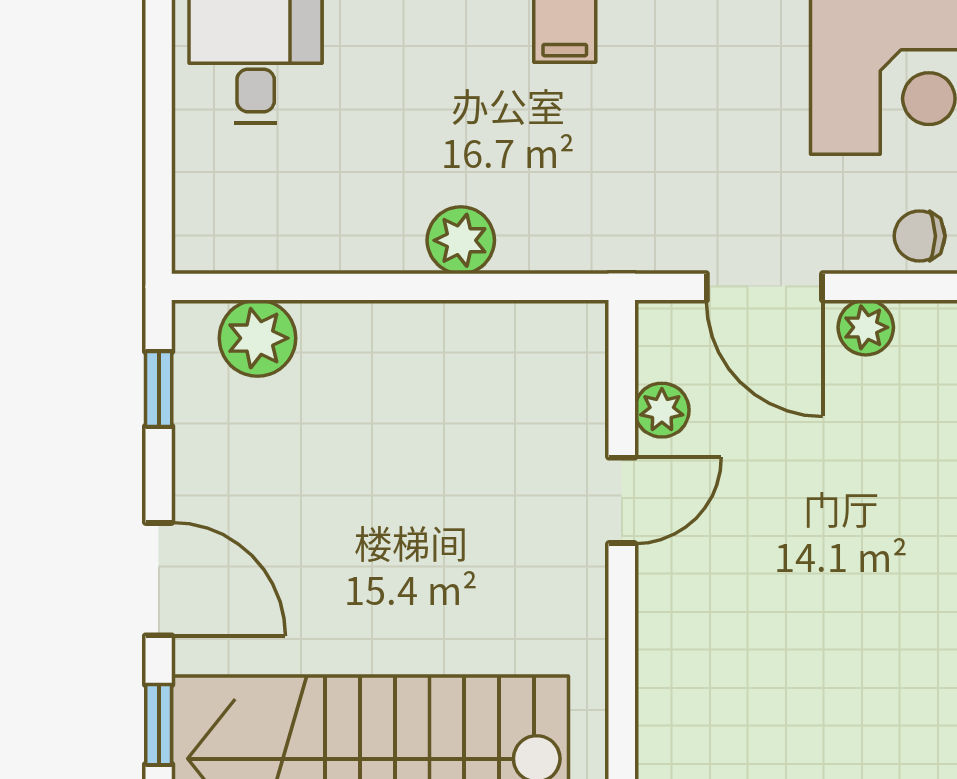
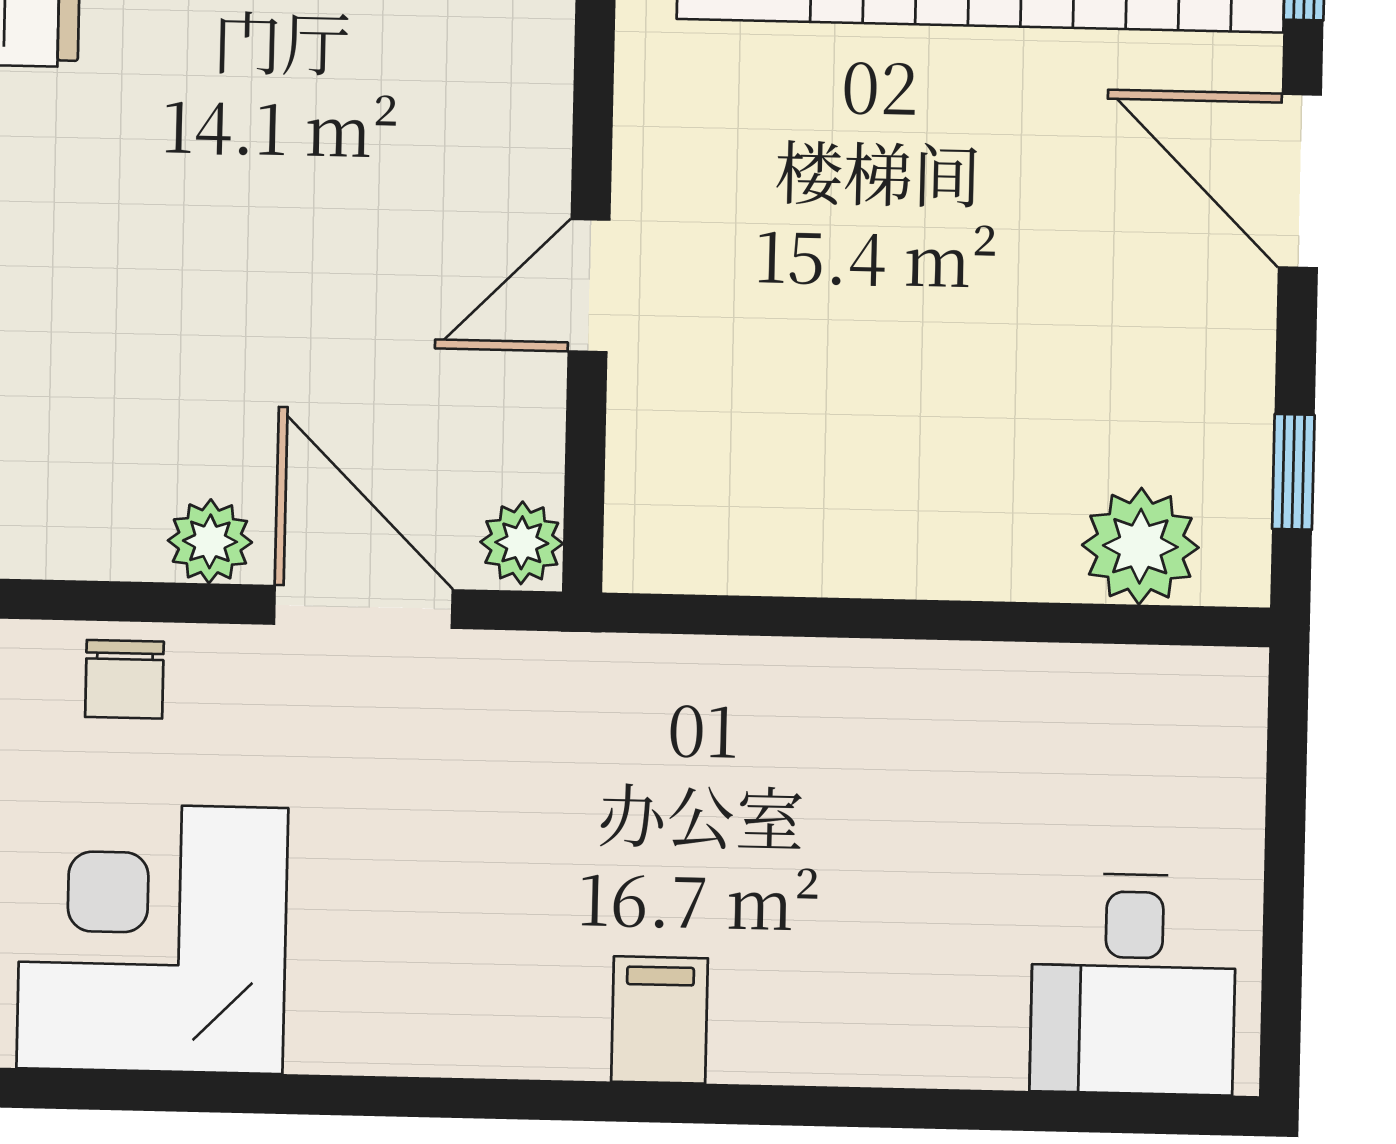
chair: (920, 236) -> (124, 679), turned 90
plant: (461, 240) -> (826, 689), removed
plant: (662, 410) -> (522, 543), moved

